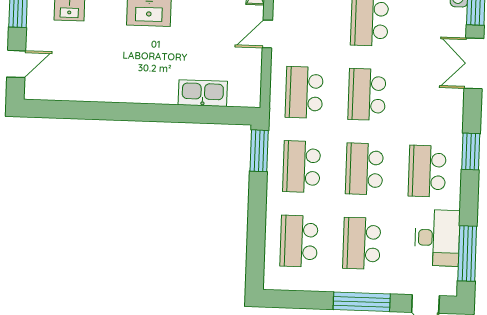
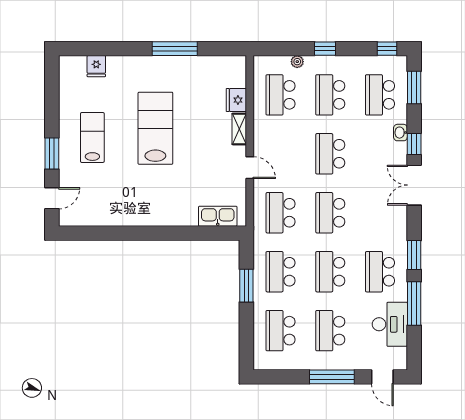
door: (267, 34) -> (250, 168), swing flipped
kitchen sink: (203, 93) -> (218, 216), moved
window: (259, 151) -> (246, 286), moved
window: (467, 254) -> (414, 303), moved

